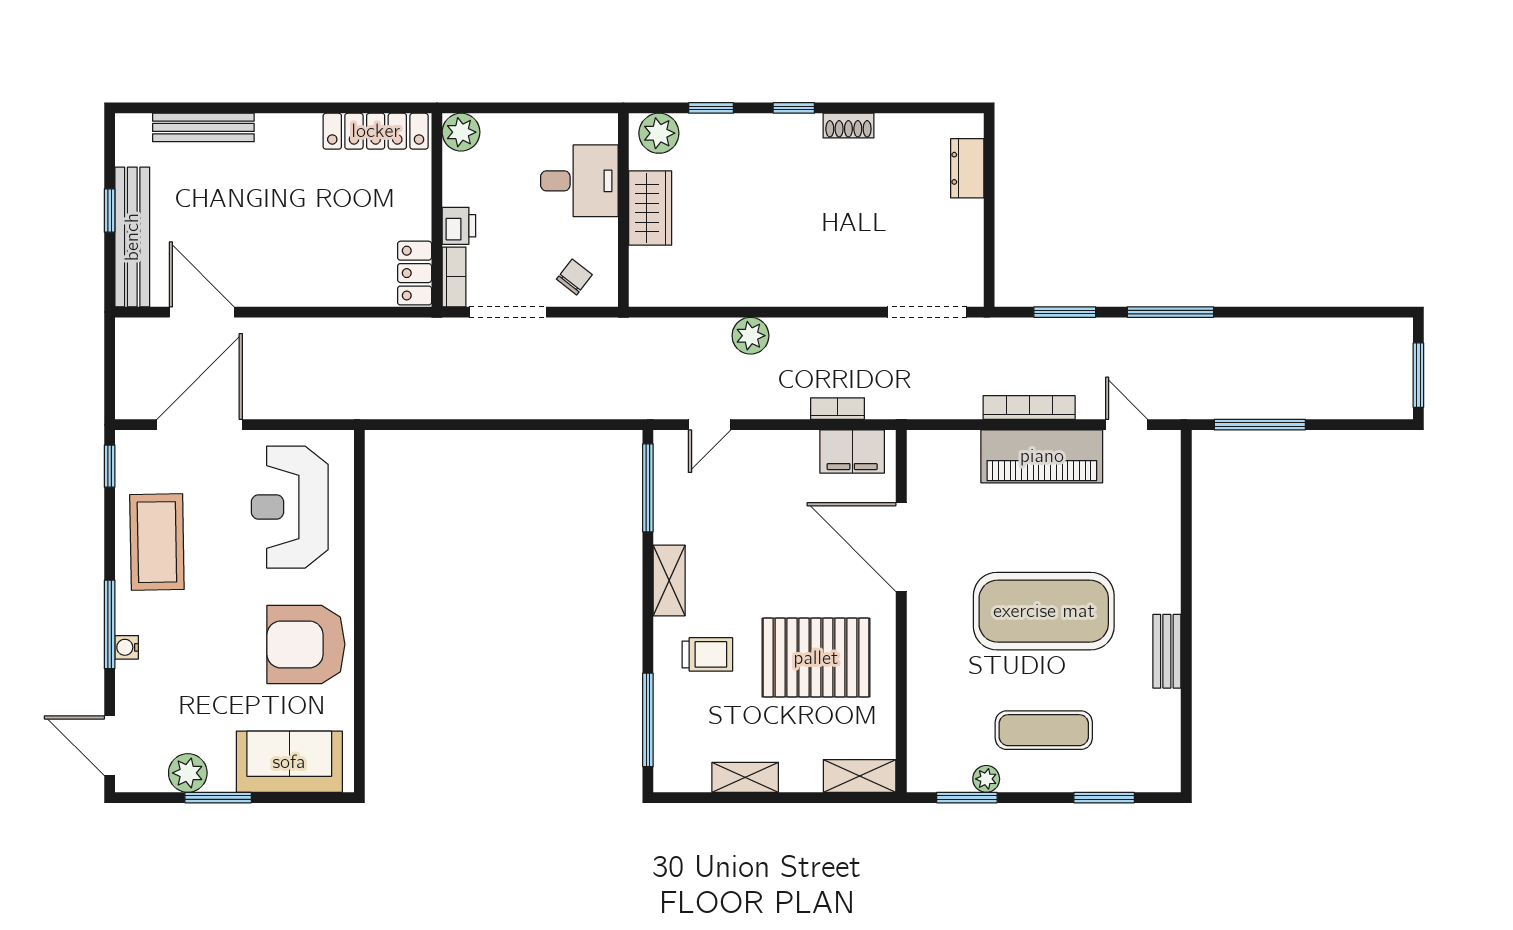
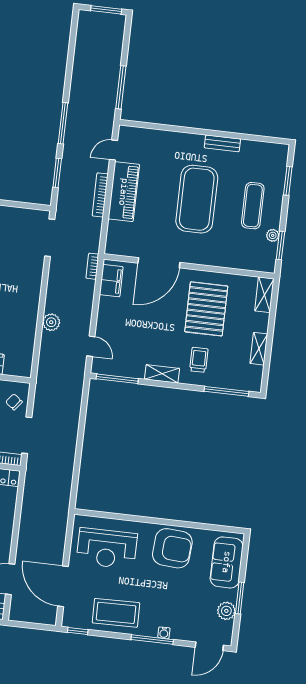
bookcase: (838, 409) -> (92, 266), moved
armchair: (306, 644) -> (172, 548), turned -86

